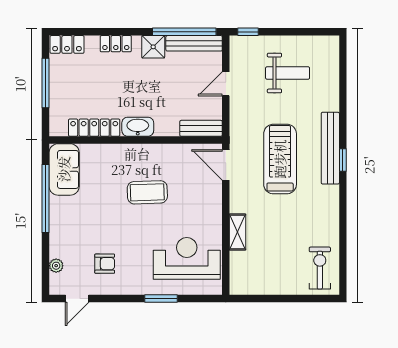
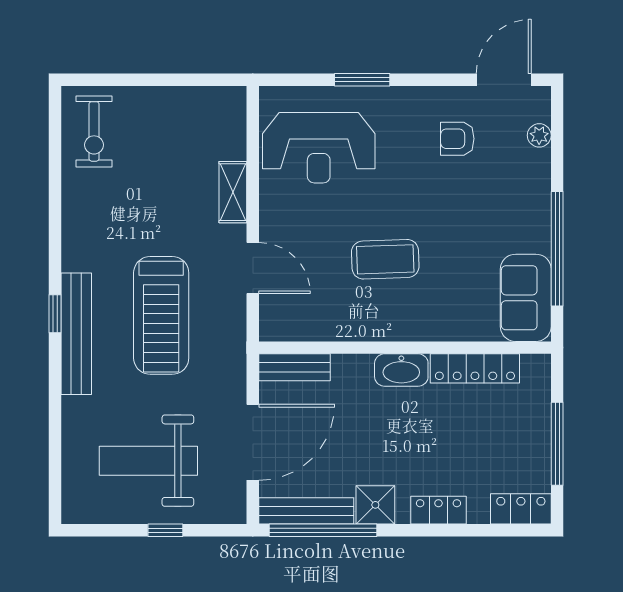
window: (248, 32) -> (165, 530), moved
weight bench: (288, 73) -> (148, 461), width x1.36, depth x1.33
door: (226, 84) -> (253, 442), width x1.87
door: (226, 165) -> (253, 268), moved
door: (77, 299) -> (504, 80), width x1.38

